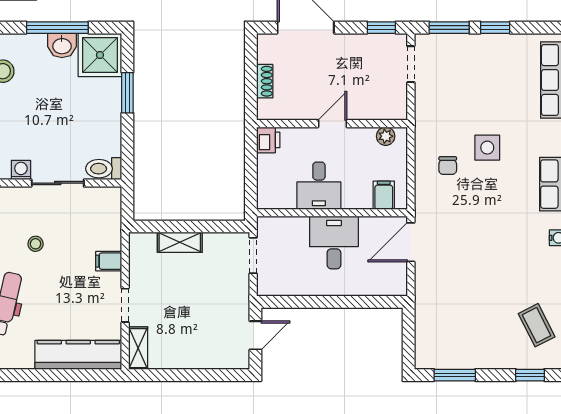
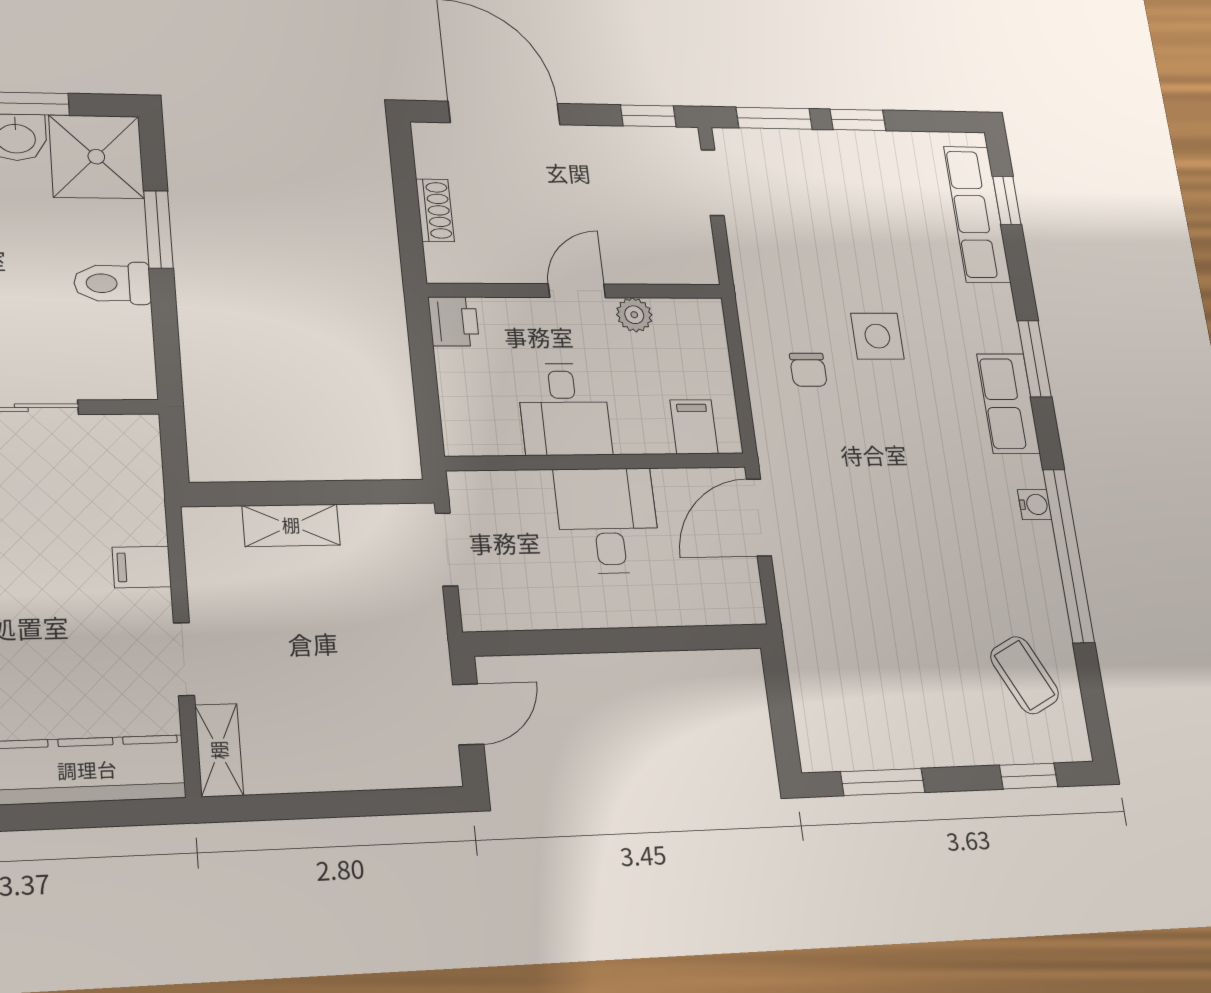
plant: (386, 136) -> (634, 315), moved
toilet: (104, 169) -> (112, 283), moved

